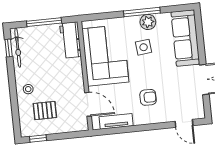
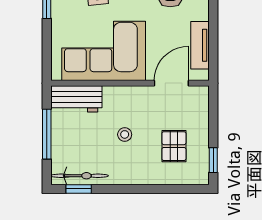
stool: (28, 89) -> (125, 134), moved

